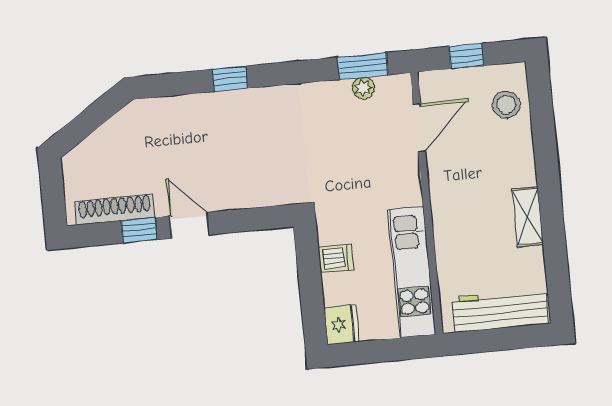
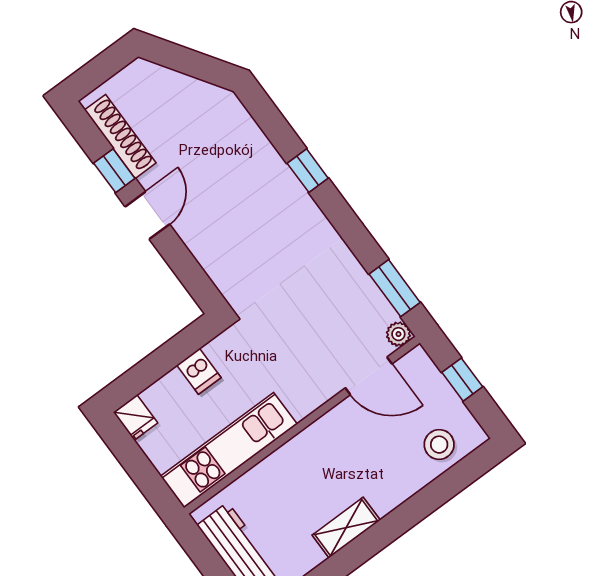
plant: (363, 88) -> (398, 334), moved
fridge: (342, 325) -> (135, 418), width x0.72

